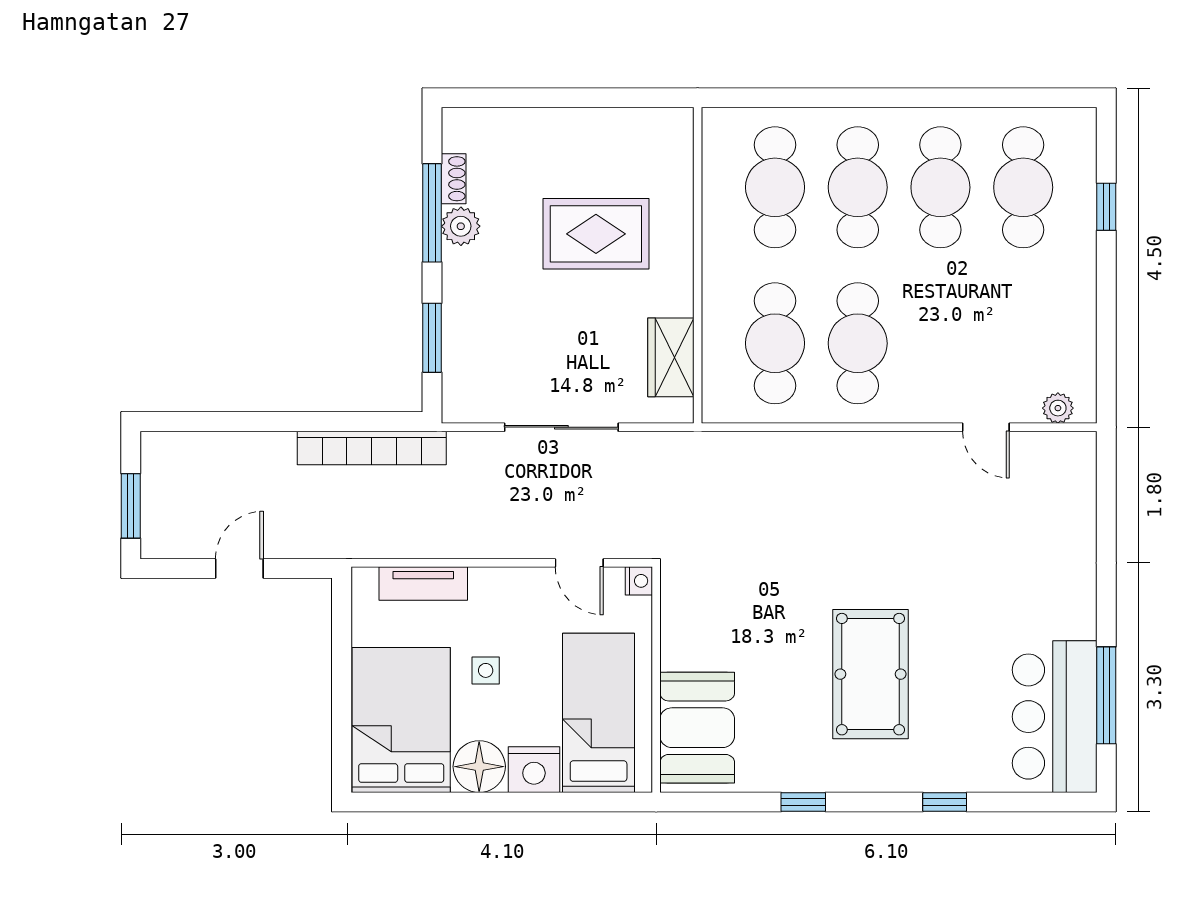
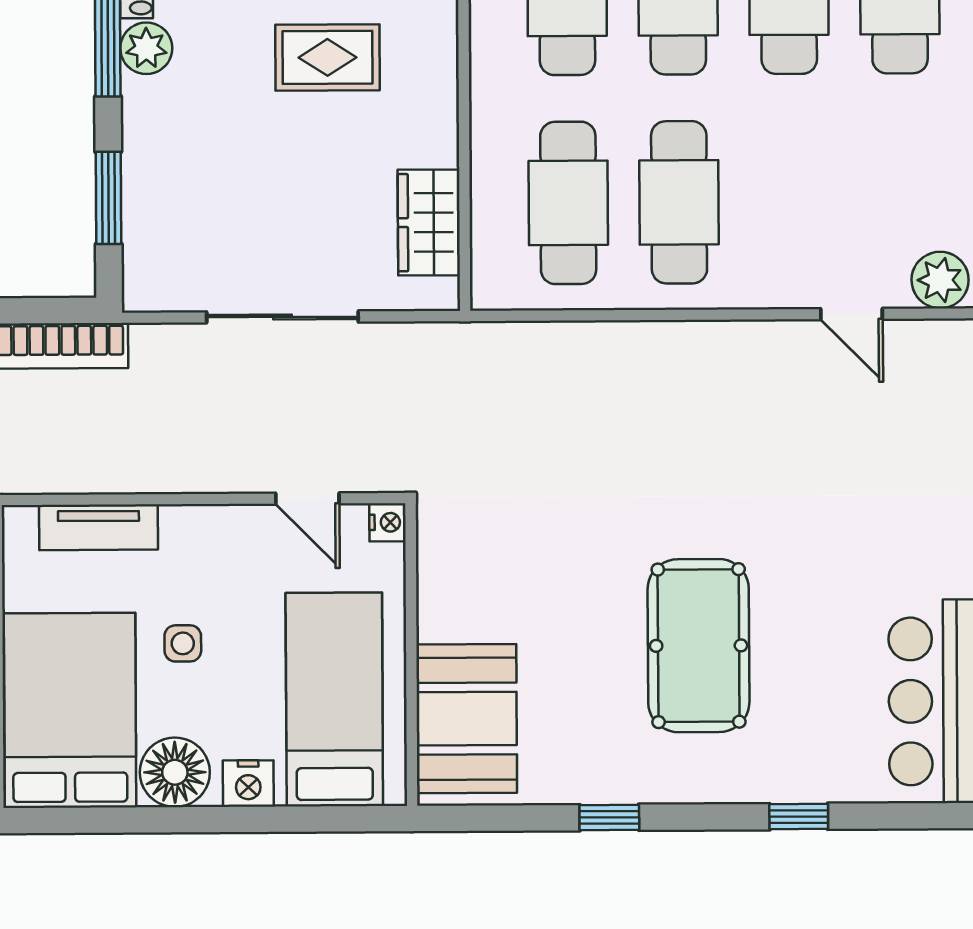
rug: (596, 234) -> (328, 57), width x0.73, depth x0.70
plant: (1058, 408) -> (940, 280), width x1.38, depth x1.38
nightstand: (534, 770) -> (248, 783), width x0.74, depth x0.75

